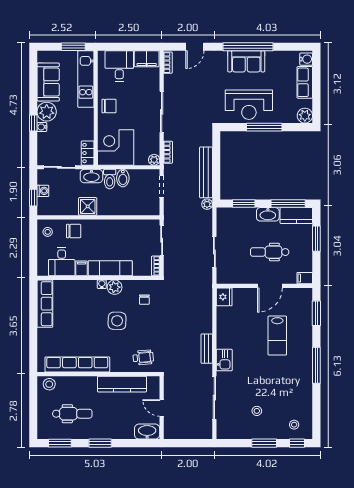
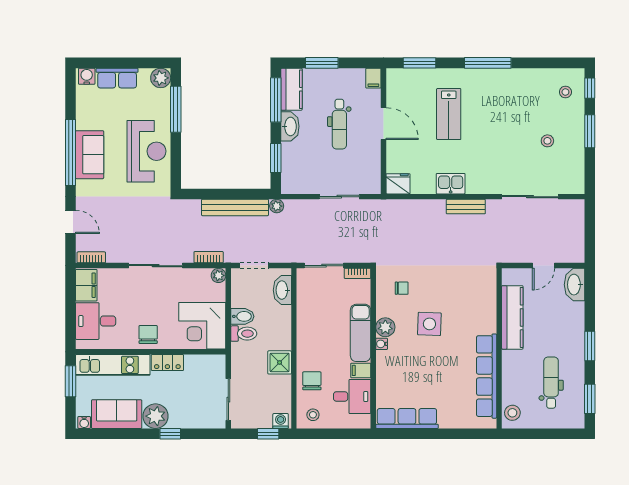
water cooler: (42, 127) -> (84, 422), moved
window: (264, 127) -> (176, 109), moved
locker: (88, 153) -> (167, 363), moved
washbasin: (91, 176) -> (282, 290), moved, turned 180
washing machine: (43, 191) -> (281, 421), moved
lab bench: (277, 336) -> (449, 114), turned 90
wheelchair: (143, 357) -> (477, 290), removed
kitchen sink: (224, 360) -> (451, 184), moved

